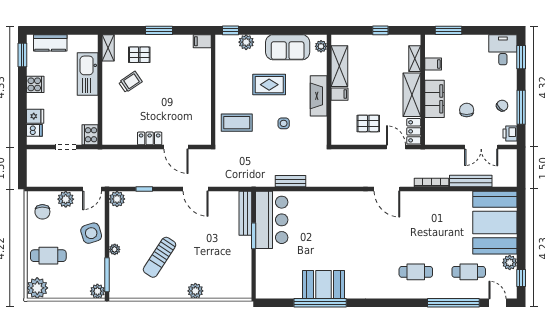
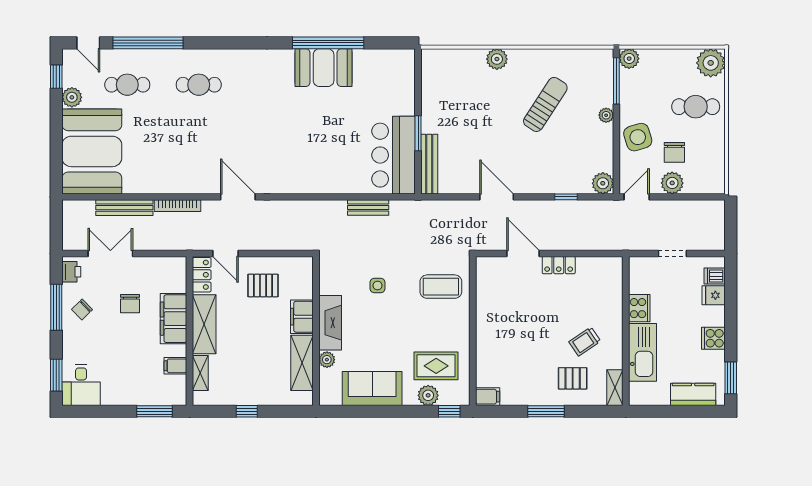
plant: (321, 46) -> (327, 360), moved
rug: (269, 85) -> (436, 366), moved
filing cabinet: (340, 94) -> (302, 317), width x2.00
cooker: (90, 135) -> (639, 308), moved
chair: (42, 212) -> (674, 152), moved, turned 180

